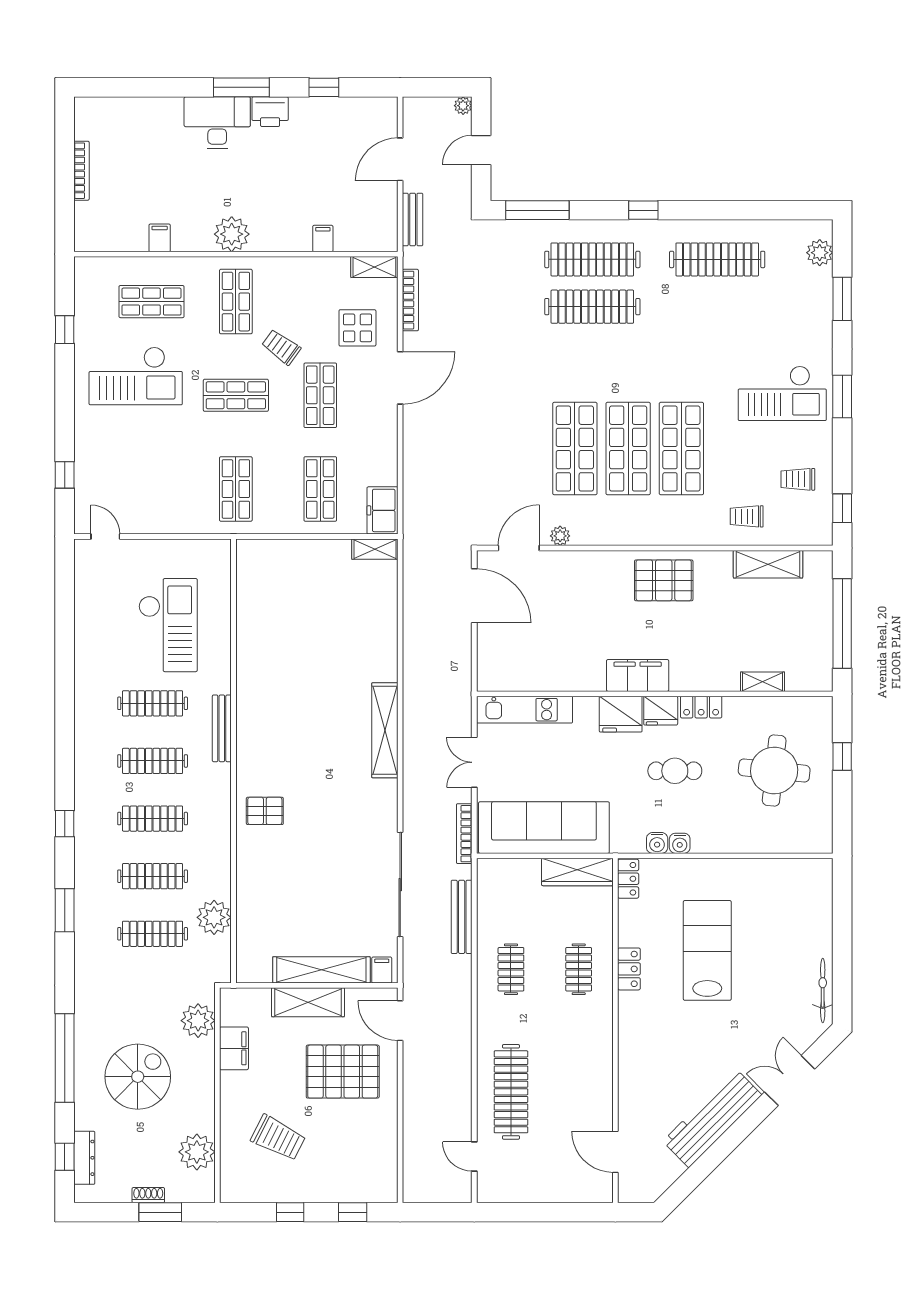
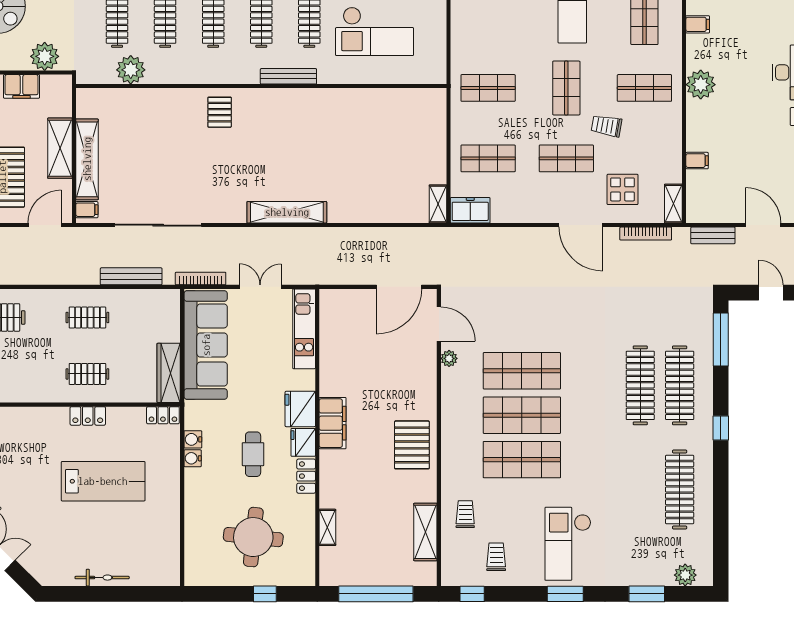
trolley: (281, 347) -> (607, 126), turned -116
bicycle: (823, 990) -> (102, 578), moved

